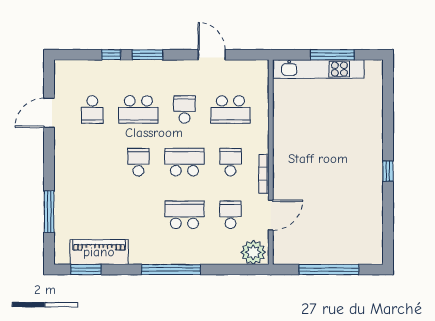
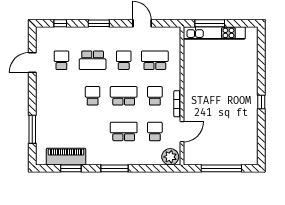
window: (111, 55) -> (60, 23), moved
window: (332, 55) -> (210, 23), moved
school desk: (92, 109) -> (61, 60), turned 180
school desk: (230, 109) -> (155, 60), turned 180
window: (86, 270) -> (71, 168), moved
window: (171, 270) -> (115, 168), width x0.68

